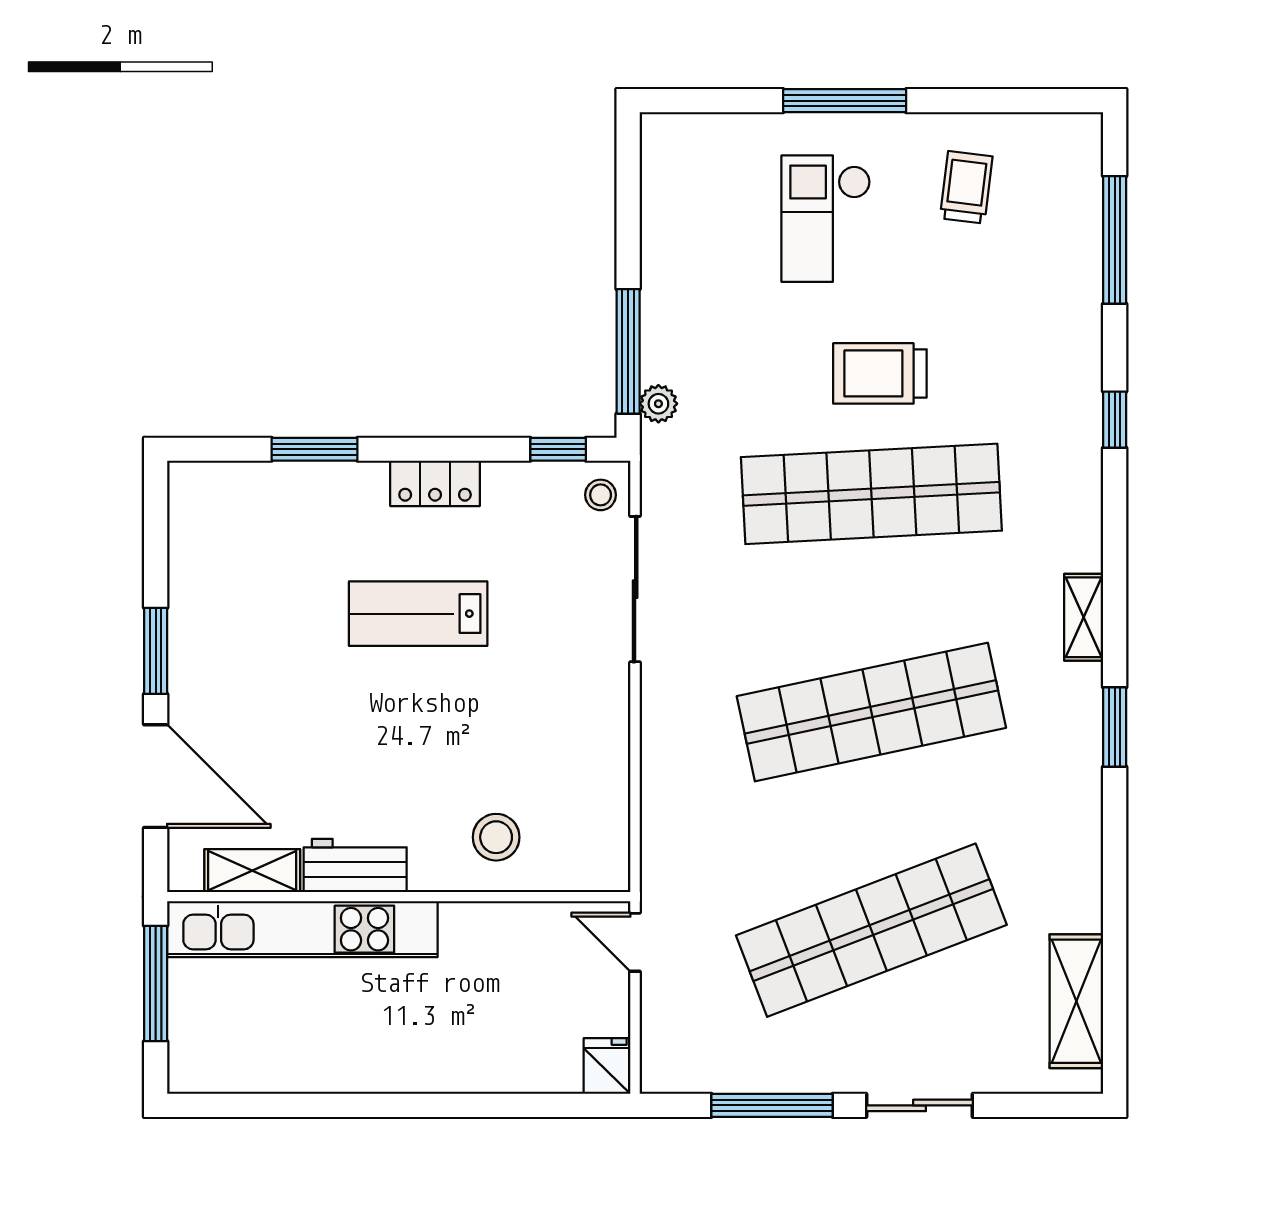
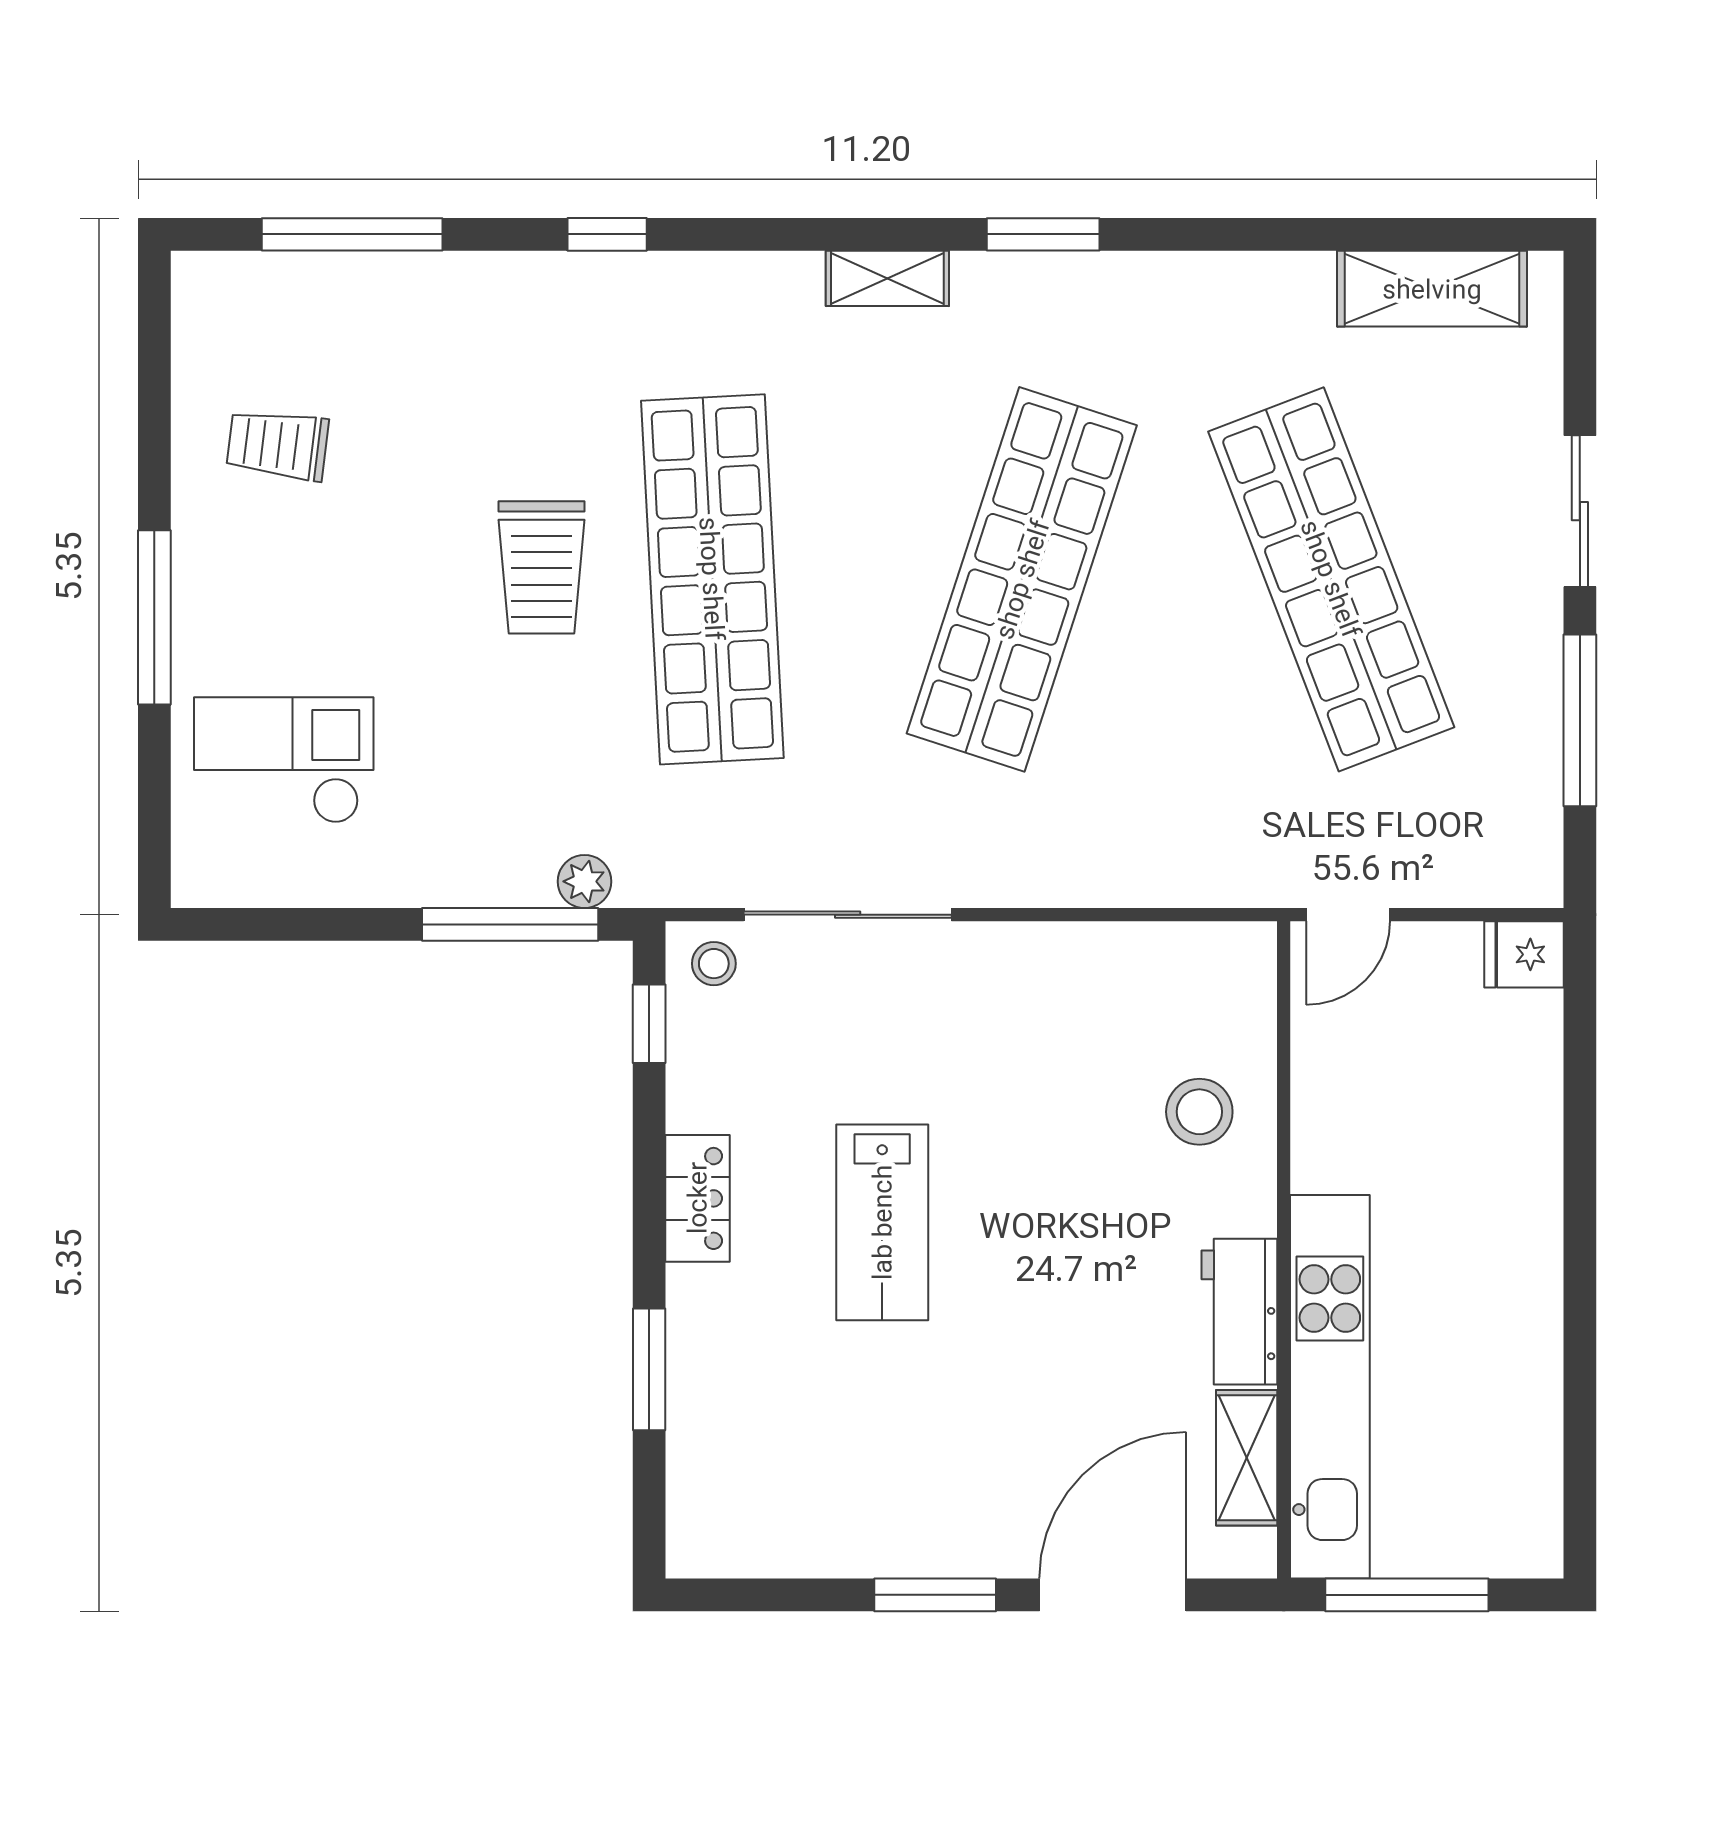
checkout: (826, 219) -> (284, 760), moved, turned 180
shop shelf: (871, 712) -> (1022, 579), turned 30

